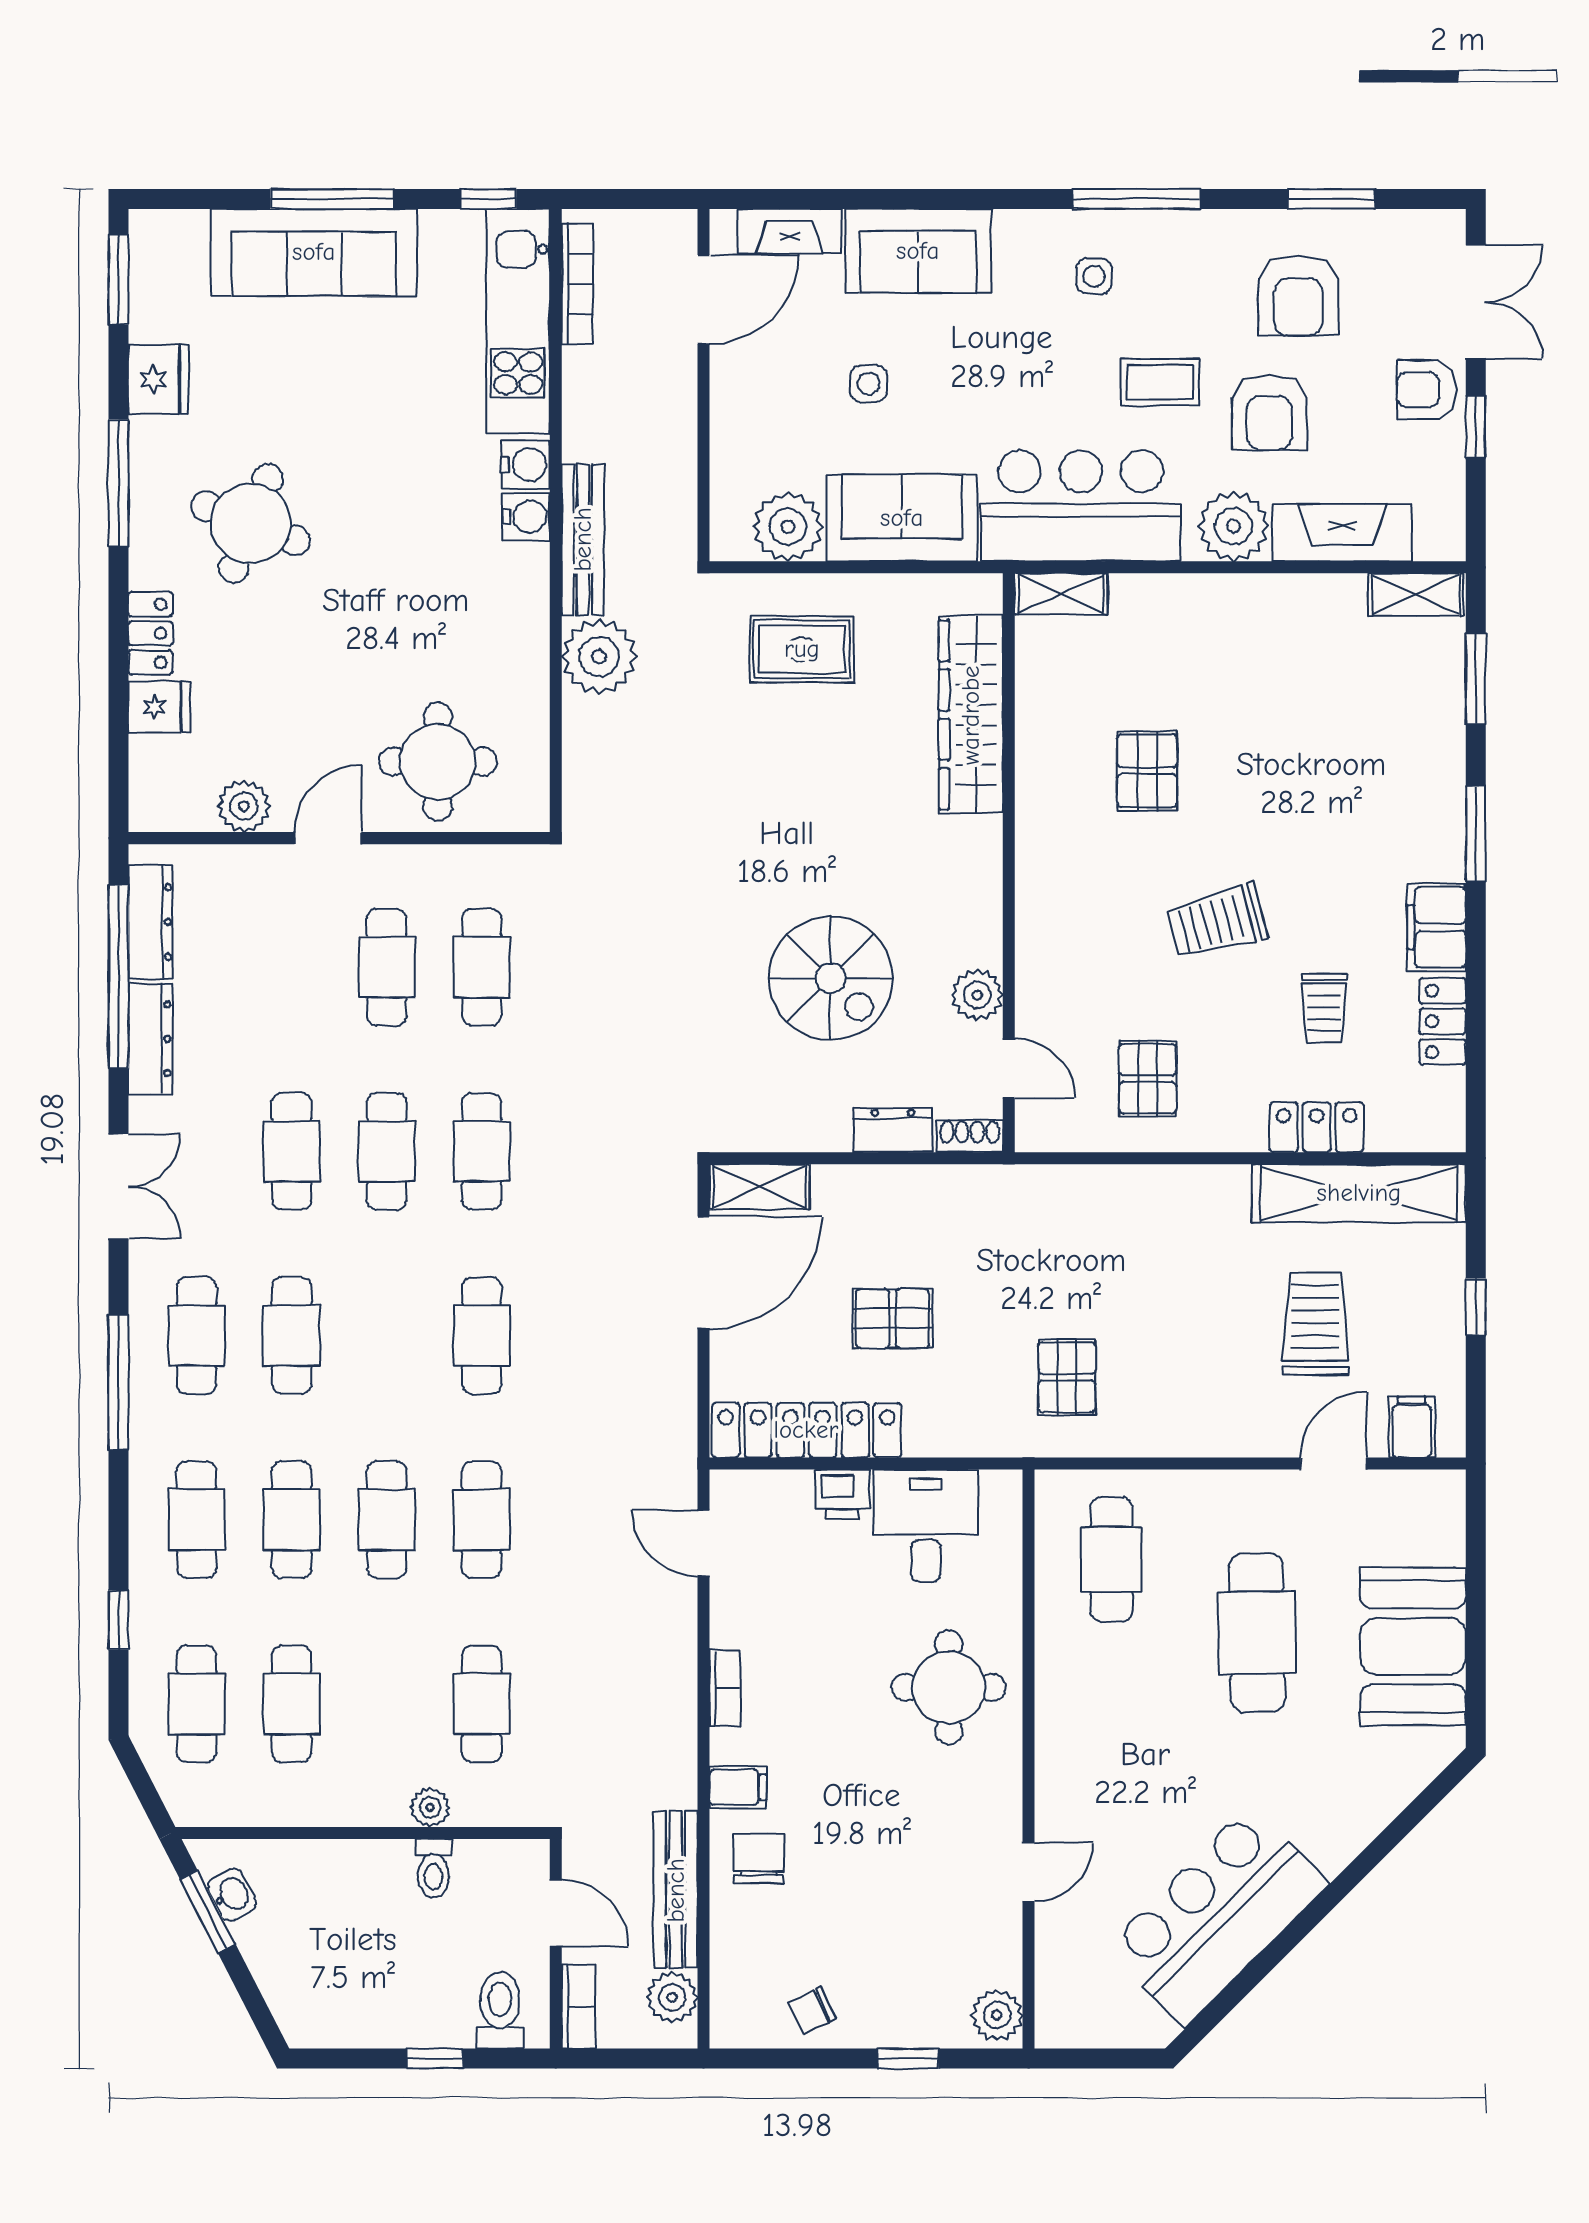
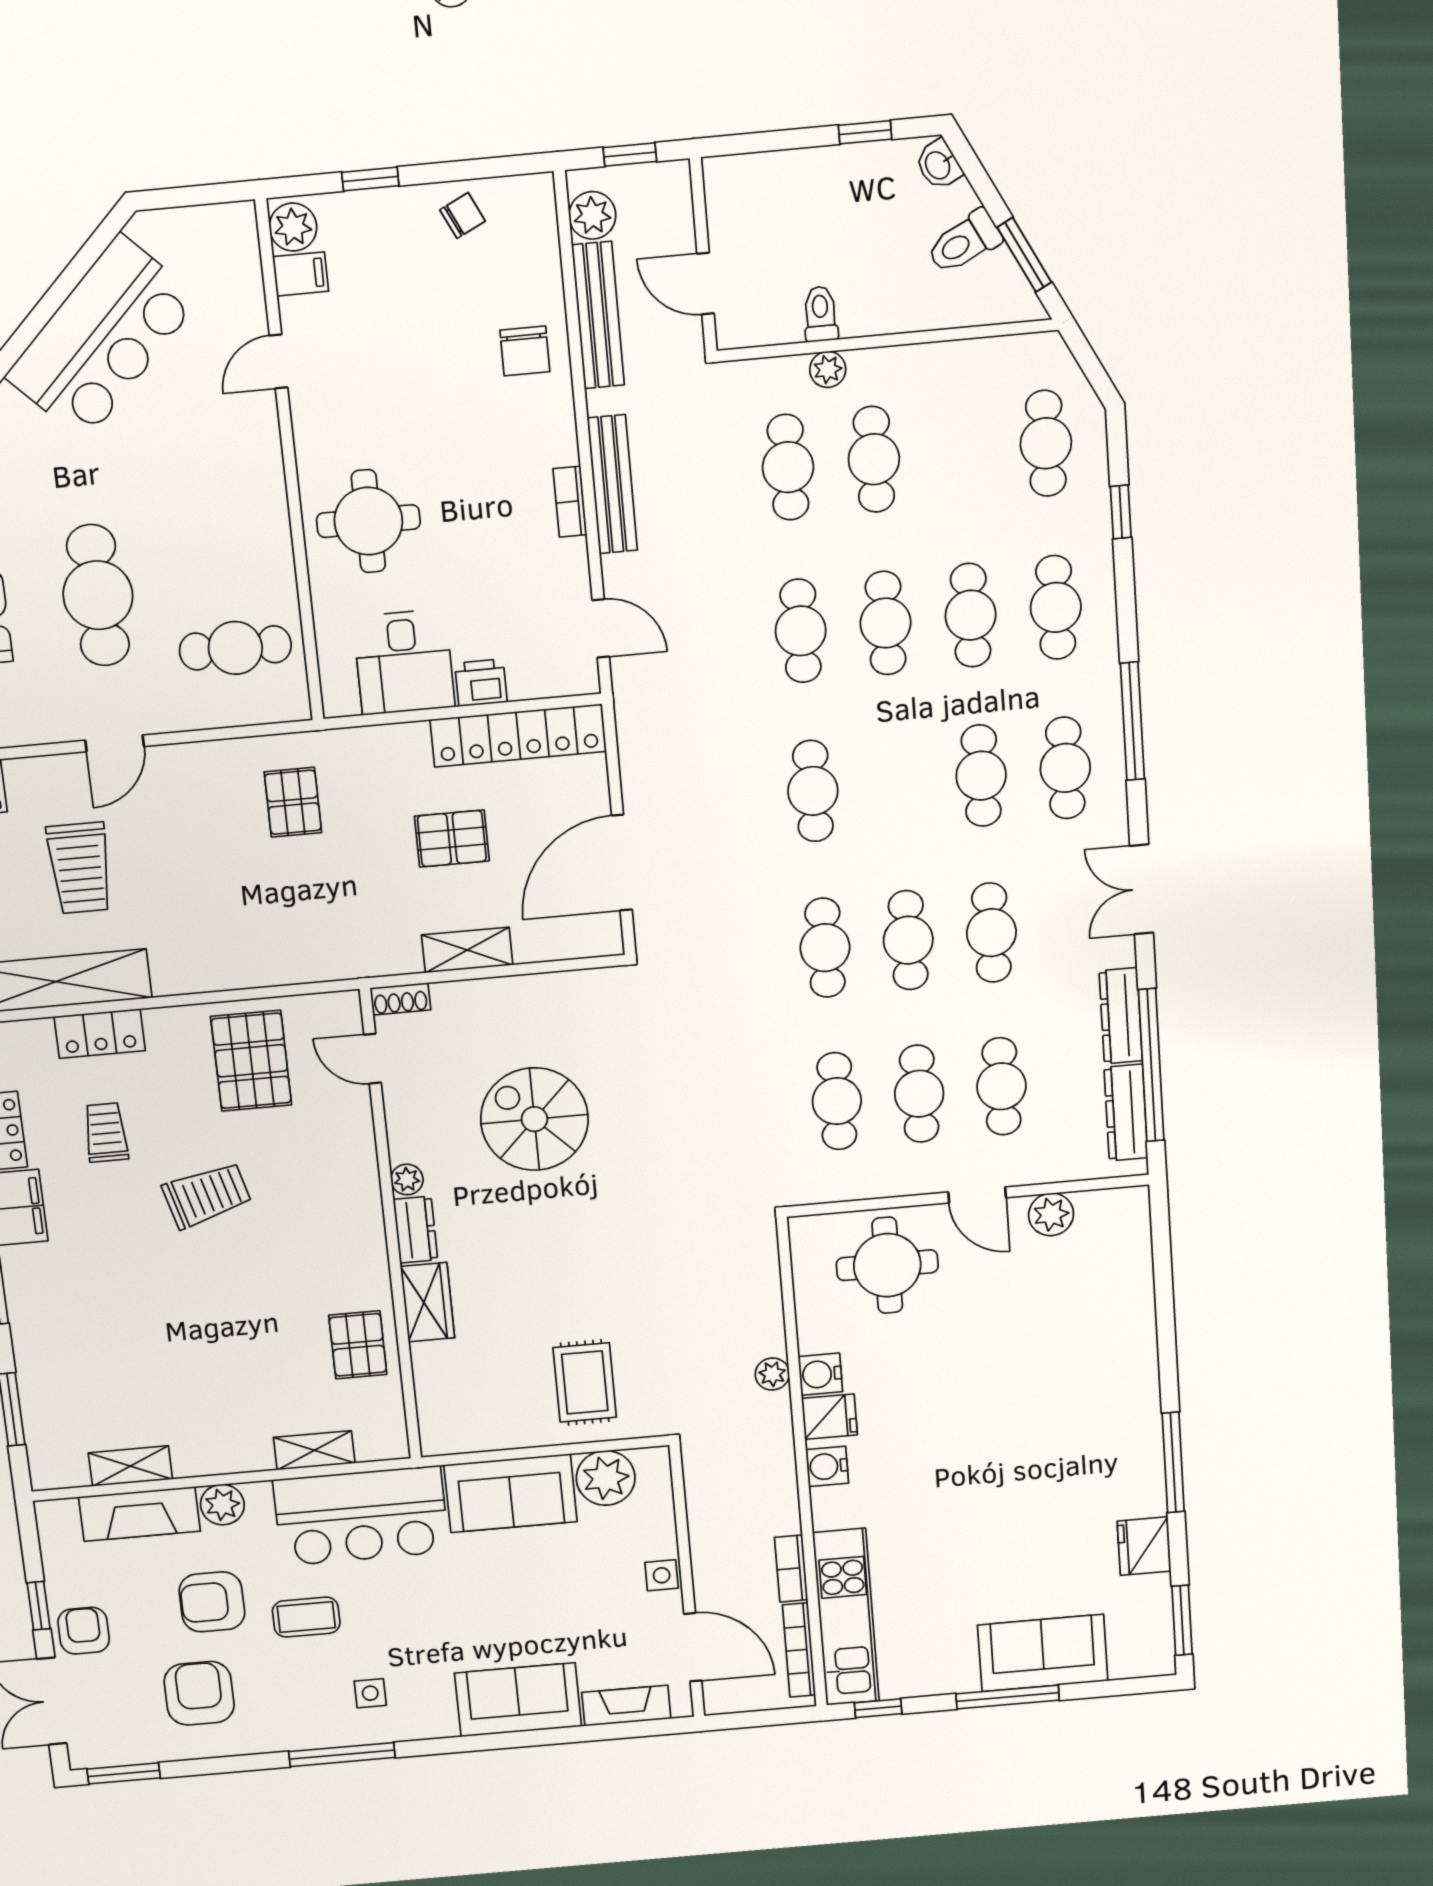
window: (1331, 199) -> (124, 1773), moved
sofa: (314, 252) -> (1043, 1653), width x0.73
door: (704, 300) -> (693, 1647), swing flipped
side table: (869, 383) -> (662, 1575), moved
armchair: (1426, 390) -> (84, 1631), turned -90
armchair: (1269, 412) -> (212, 1602), turned -90
water cooler: (525, 465) -> (820, 1374), moved
round table: (251, 523) -> (1059, 1441), removed
plant: (1234, 526) -> (222, 1505), width x0.73, depth x0.73
bench: (583, 539) -> (612, 484), moved
shelving: (1061, 594) -> (314, 1450), moved
shelving: (1416, 595) -> (130, 1466), moved
locker: (150, 633) -> (1139, 1346), removed
rug: (802, 649) -> (585, 1382), turned 90
plant: (599, 657) -> (772, 1374), width x0.53, depth x0.53
fridge: (159, 707) -> (829, 1417), moved, turned 180
wardrobe: (971, 715) -> (428, 1302), width x0.48, depth x0.85
pallet: (1147, 771) -> (358, 1345), moved
door: (328, 838) -> (977, 1195), hinge flipped
cafe table: (292, 967) -> (1002, 1086), added
plant: (977, 995) -> (407, 1179), moved, width x0.73, depth x0.73
pallet: (1148, 1079) -> (251, 1061), width x1.50, depth x1.42
dresser: (893, 1130) -> (415, 1230), moved, turned -90
shelving: (760, 1187) -> (467, 950), moved
door: (1334, 1464) -> (115, 743), moved
cafe table: (1112, 1559) -> (235, 648), turned 90
cafe table: (292, 1704) -> (874, 459), moved
filing cabinet: (738, 1787) -> (301, 274), moved, turned 180
washbasin: (232, 1895) -> (938, 165), moved
bookcase: (578, 2007) -> (791, 1569), moved
toilet: (500, 2010) -> (964, 242), moved, turned 63
window: (434, 2058) -> (865, 132), moved
window: (626, 2058) -> (630, 155), added

